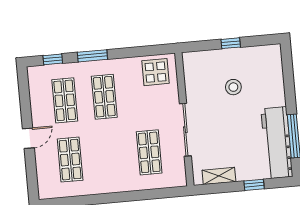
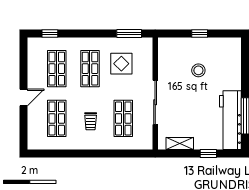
window: (92, 56) -> (129, 34), moved
display table: (155, 72) -> (121, 64), moved
trolley: (111, 159) -> (91, 121), added

